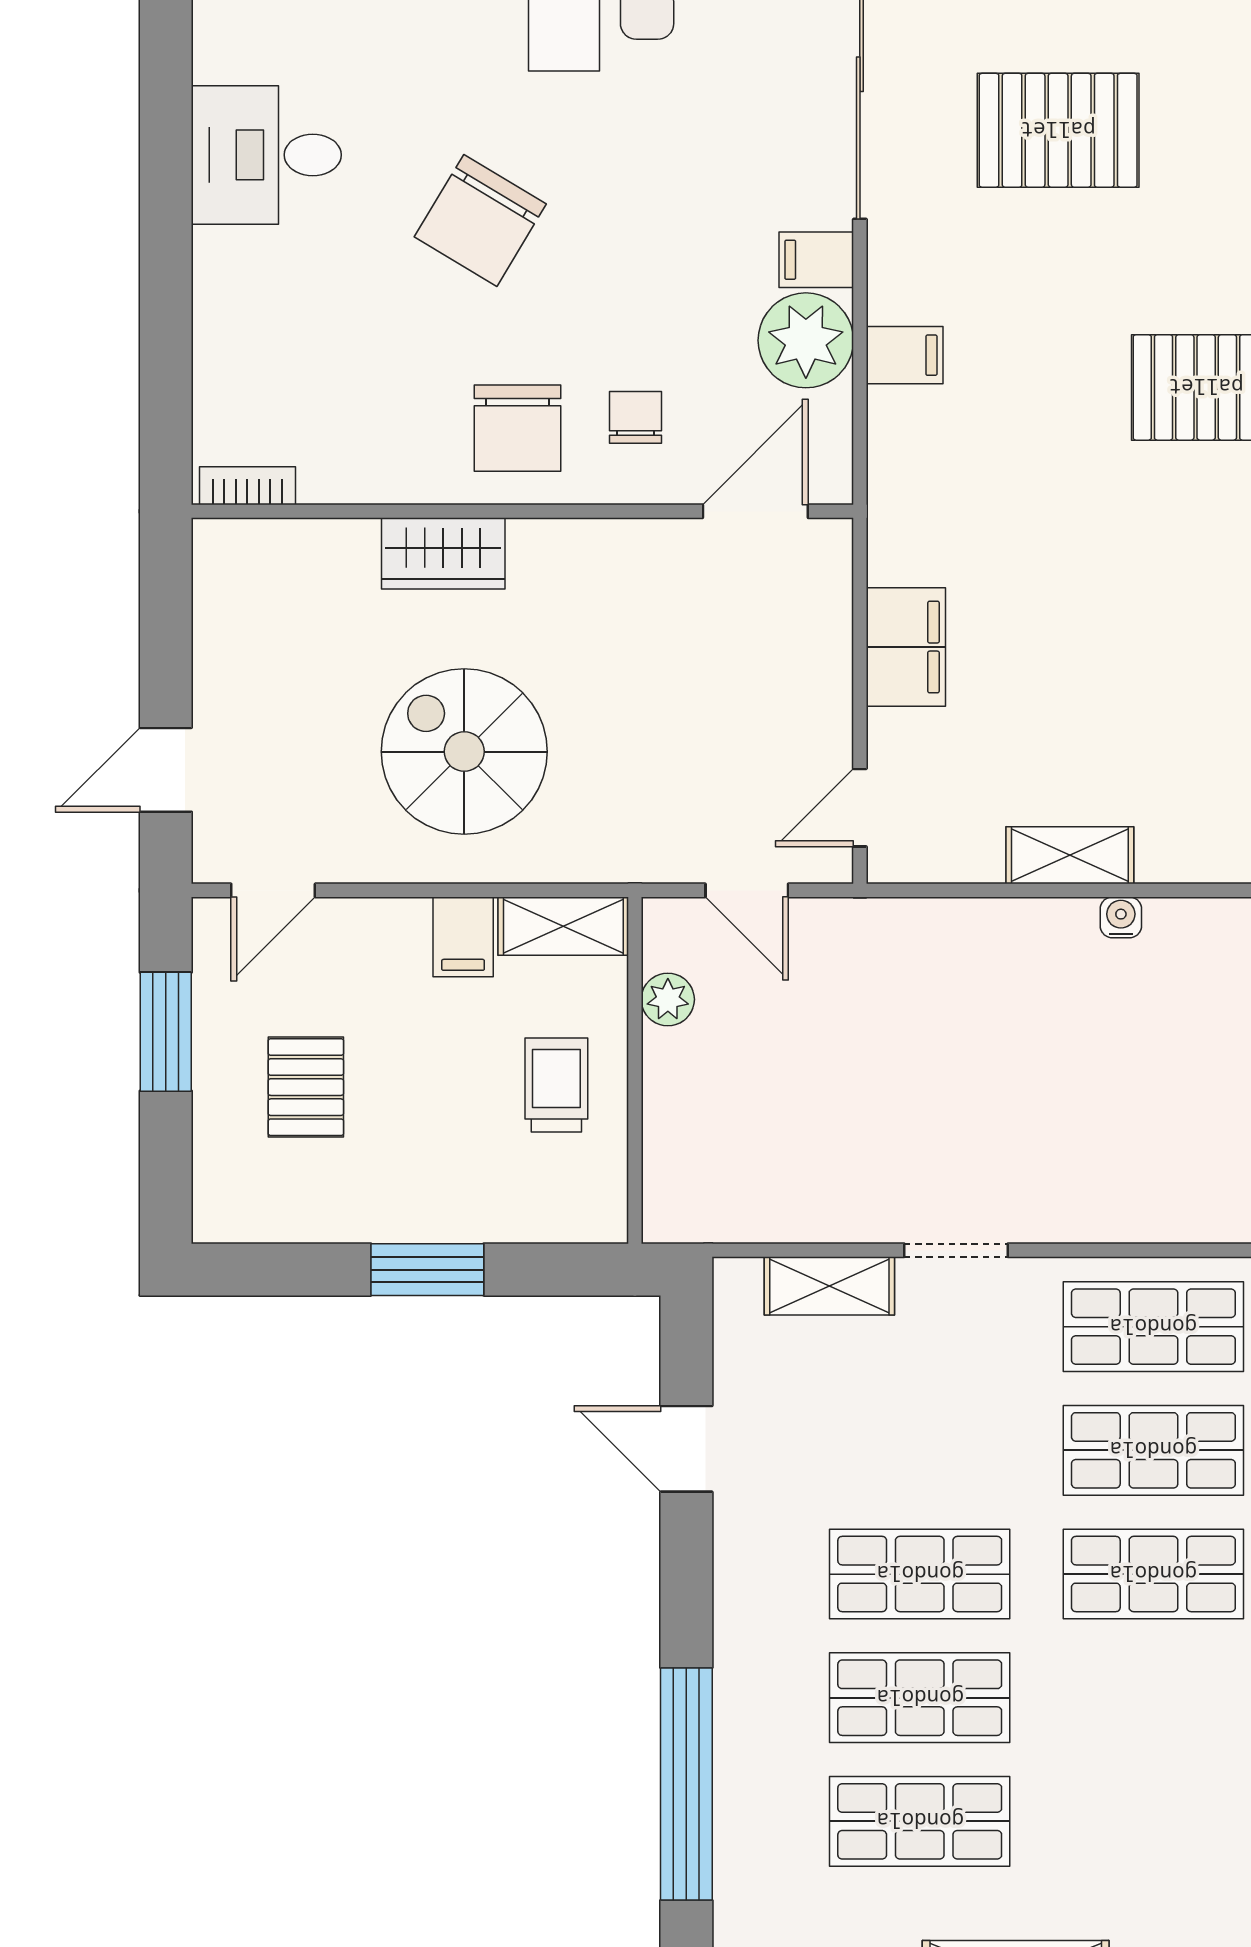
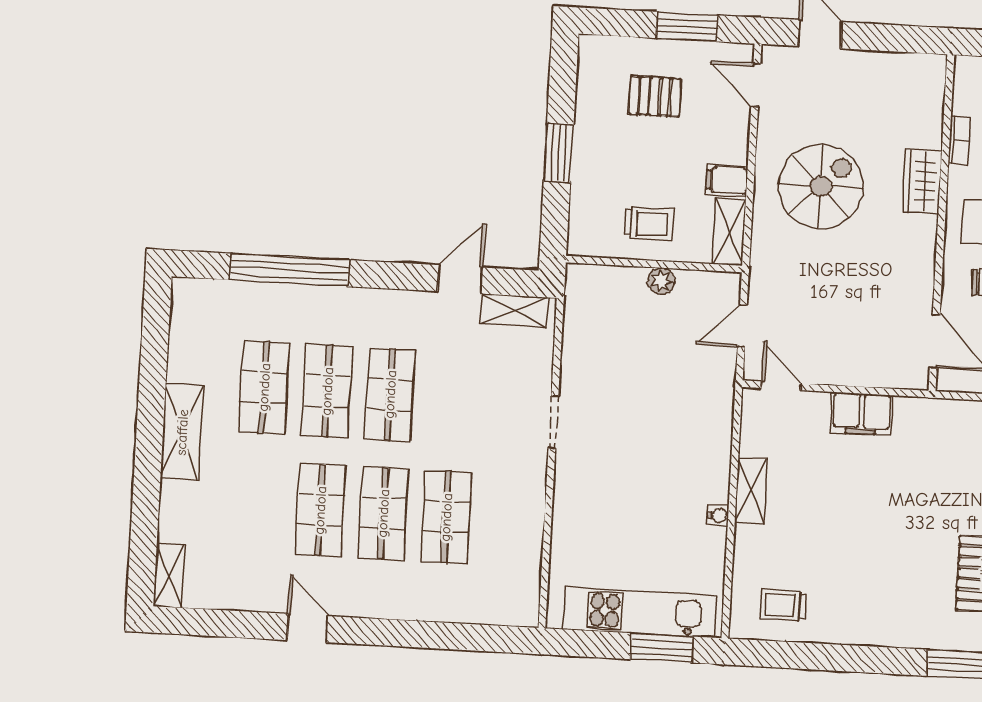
bookcase: (247, 486) -> (959, 140), moved
plant: (668, 999) -> (661, 281), moved
shelving: (829, 1286) -> (514, 310), moved, turned 90
shop shelf: (1153, 1327) -> (320, 510), moved

